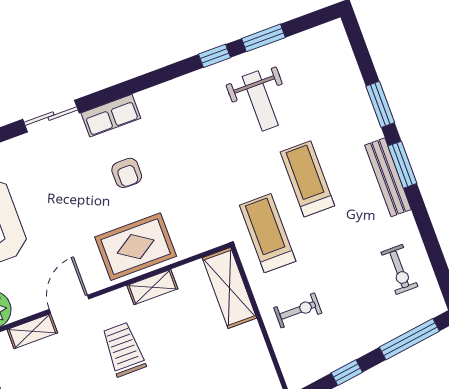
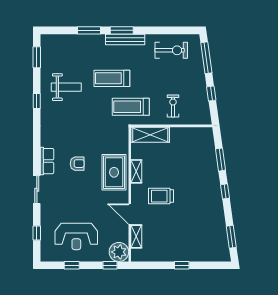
window: (263, 38) -> (37, 57), moved
exercise bike: (399, 269) -> (171, 50), width x1.38, depth x1.39

